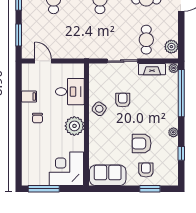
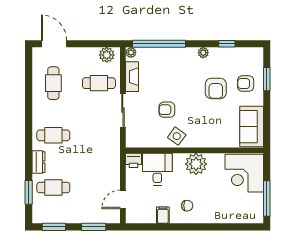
printer: (78, 70) -> (134, 160), added

